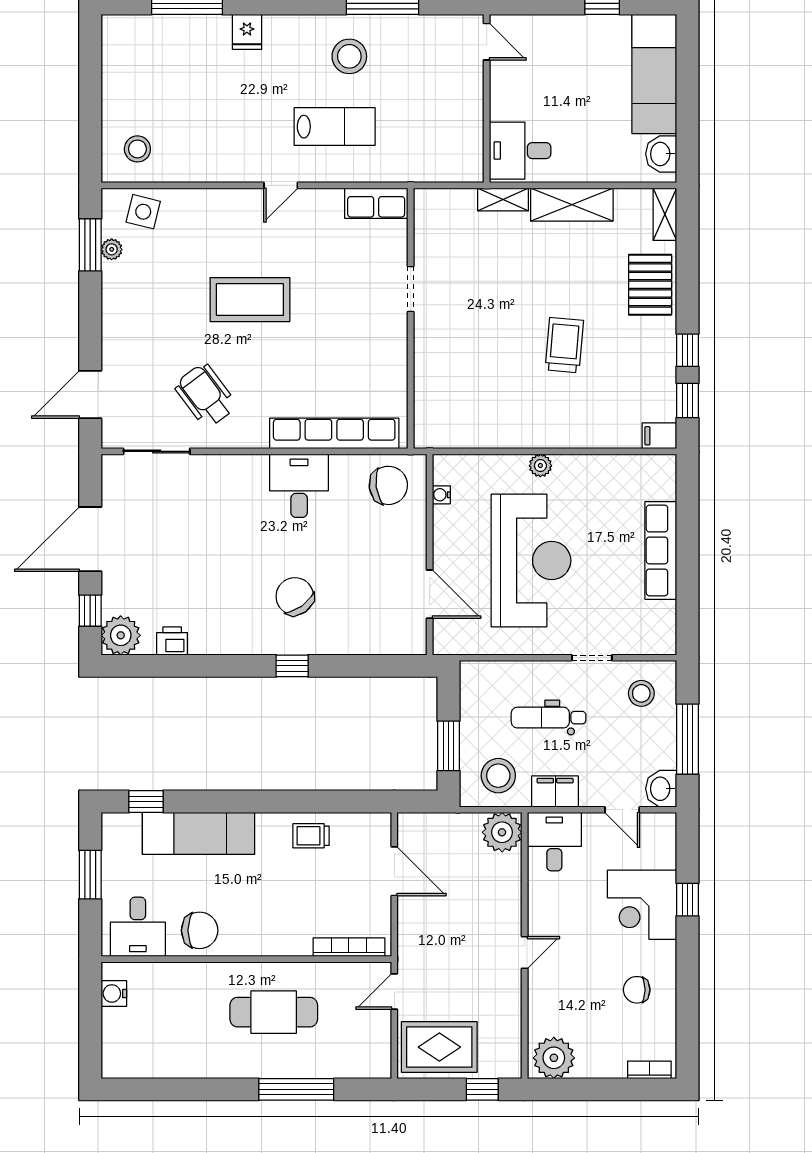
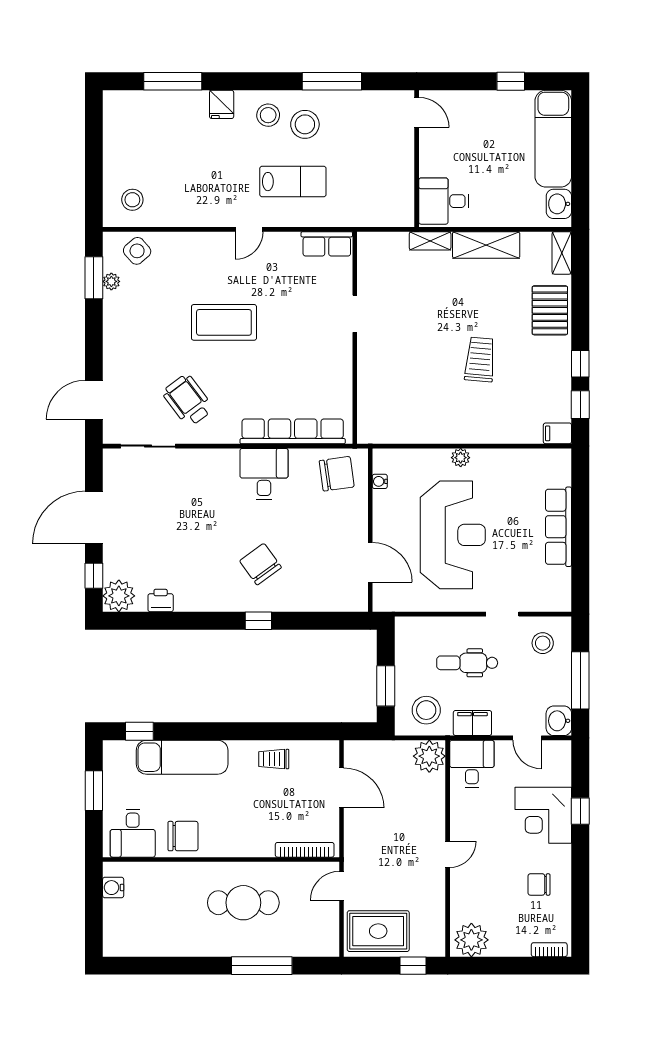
stool: (304, 45) -> (268, 115), added
side table: (143, 212) -> (137, 251), turned 35

